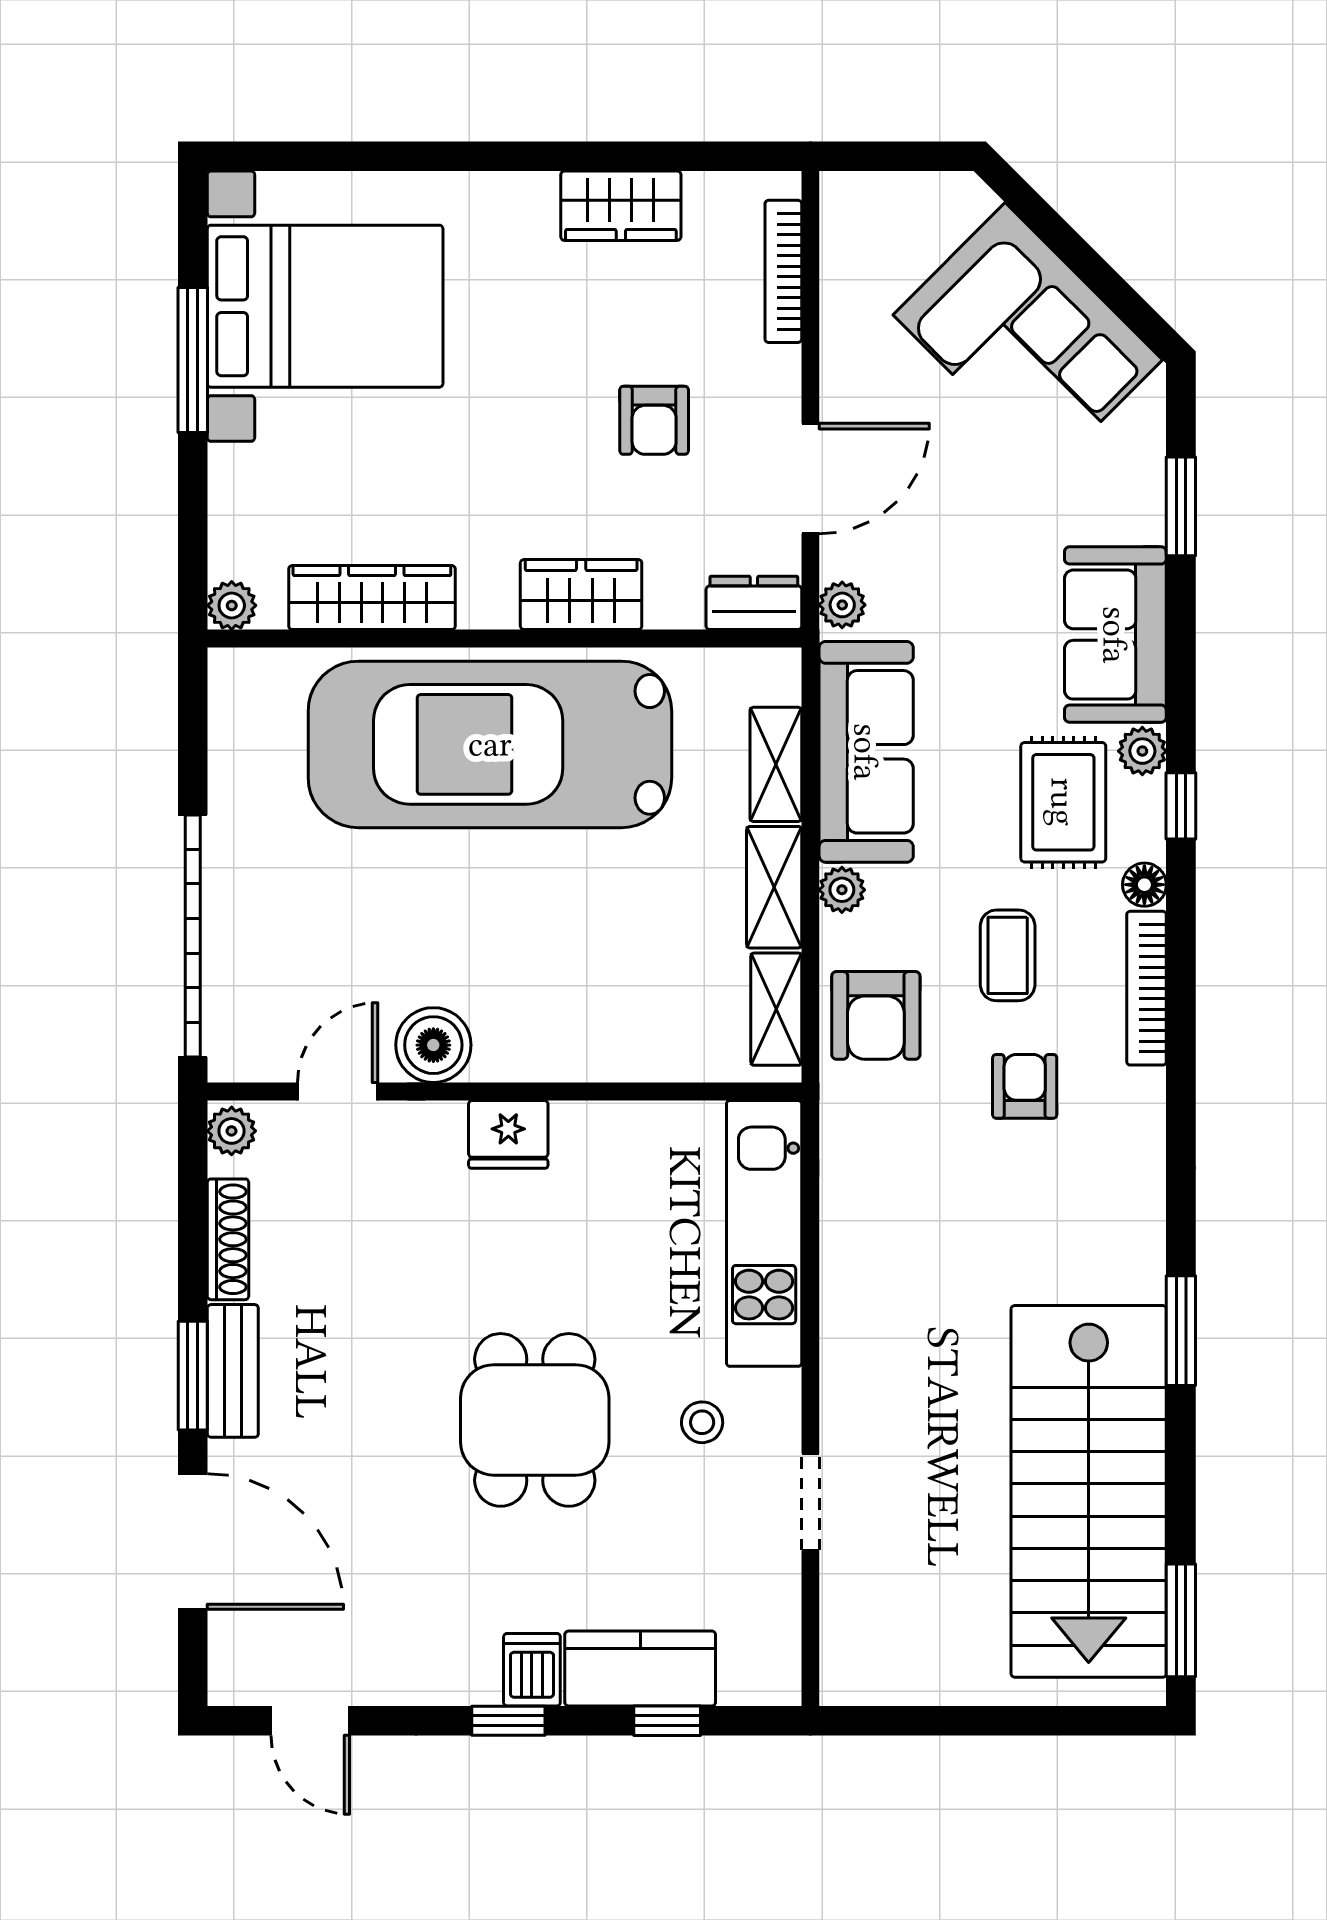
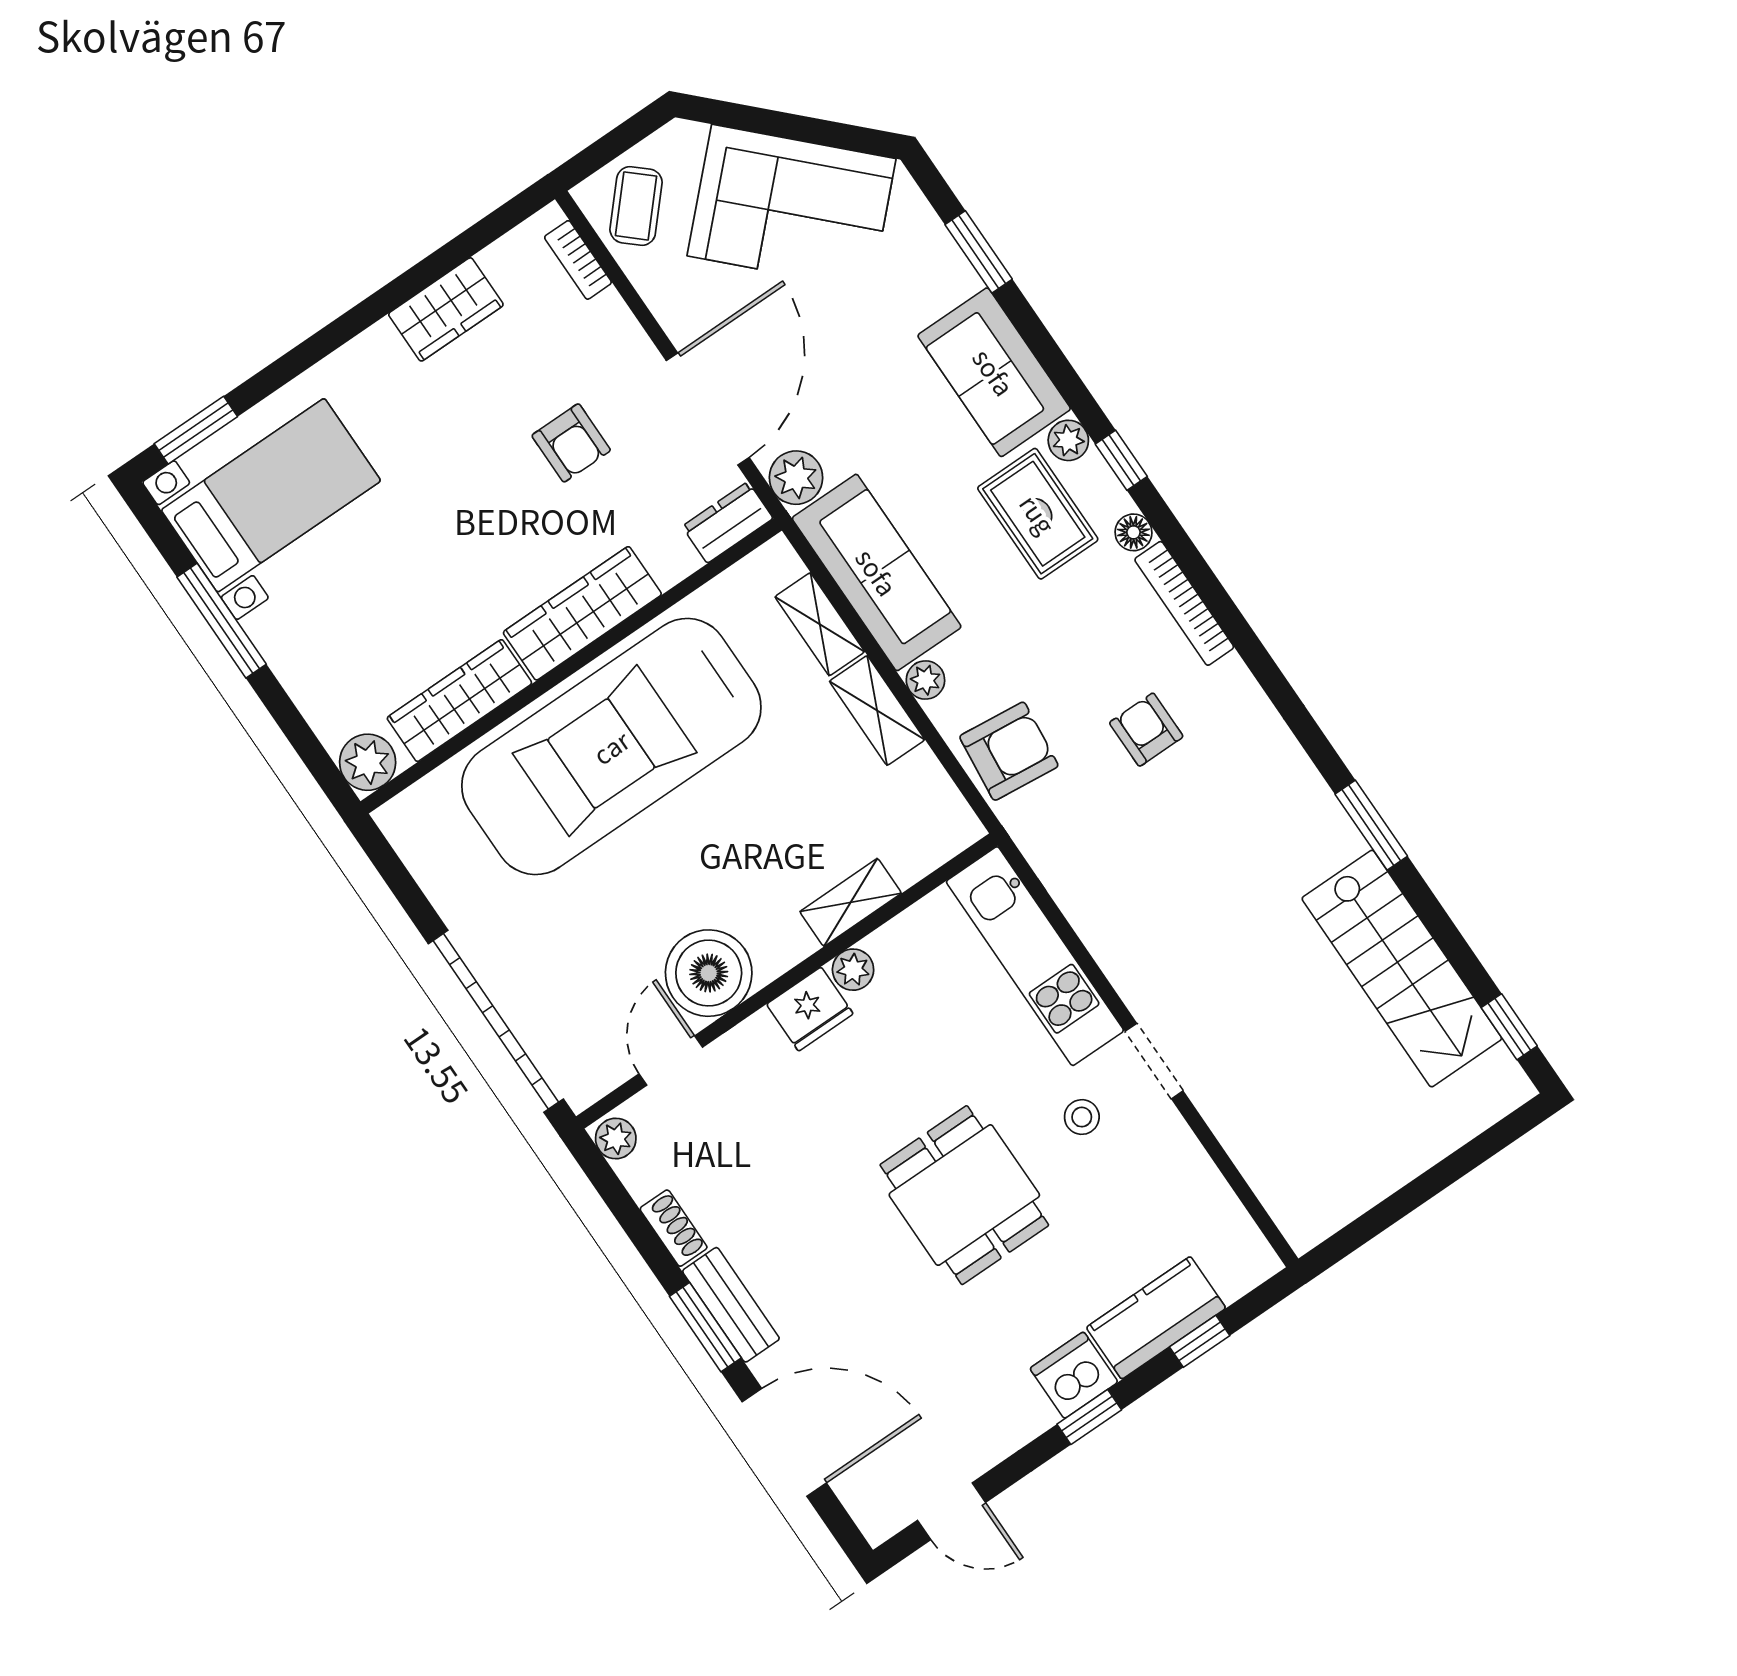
window: (295, 156) -> (196, 430), added
bookcase: (783, 271) -> (578, 260), width x0.64
bed with nightstands: (325, 306) -> (271, 495), width x0.73
door: (810, 479) -> (708, 409), width x1.36
wardrobe: (581, 595) -> (582, 613), width x1.50
plant: (232, 605) -> (368, 762), width x1.38, depth x1.38
plant: (842, 605) -> (796, 478), width x1.38, depth x1.38
coffee table: (1008, 955) -> (636, 206), moved, turned 42
shelving: (776, 1009) -> (851, 902), moved, turned 90
armchair: (876, 1015) -> (1009, 751), turned -84
boiler: (433, 1045) -> (709, 973), width x1.37, depth x1.37
plant: (577, 1125) -> (853, 970), added
shoe rack: (228, 1239) -> (674, 1228), width x0.70
stairs: (1089, 1491) -> (1402, 969), width x0.73, depth x0.66
doorway: (810, 1502) -> (1154, 1061), moved
window: (1181, 1620) -> (1509, 1027), width x0.67
dishwasher: (532, 1670) -> (1074, 1375), width x1.38

